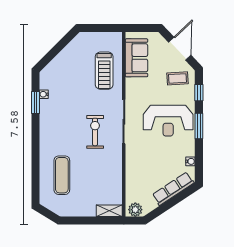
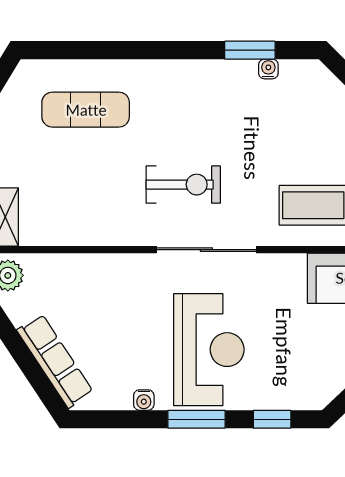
coffee table: (177, 78) -> (304, 371), removed
reception desk: (168, 121) -> (209, 350), turned 180
water cooler: (190, 161) -> (144, 400), moved

